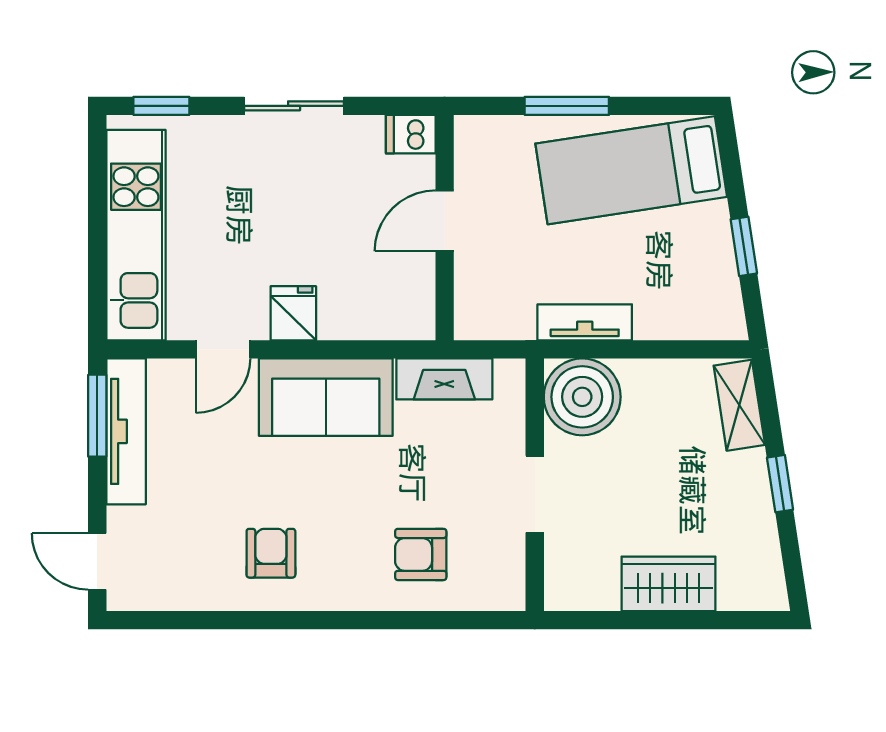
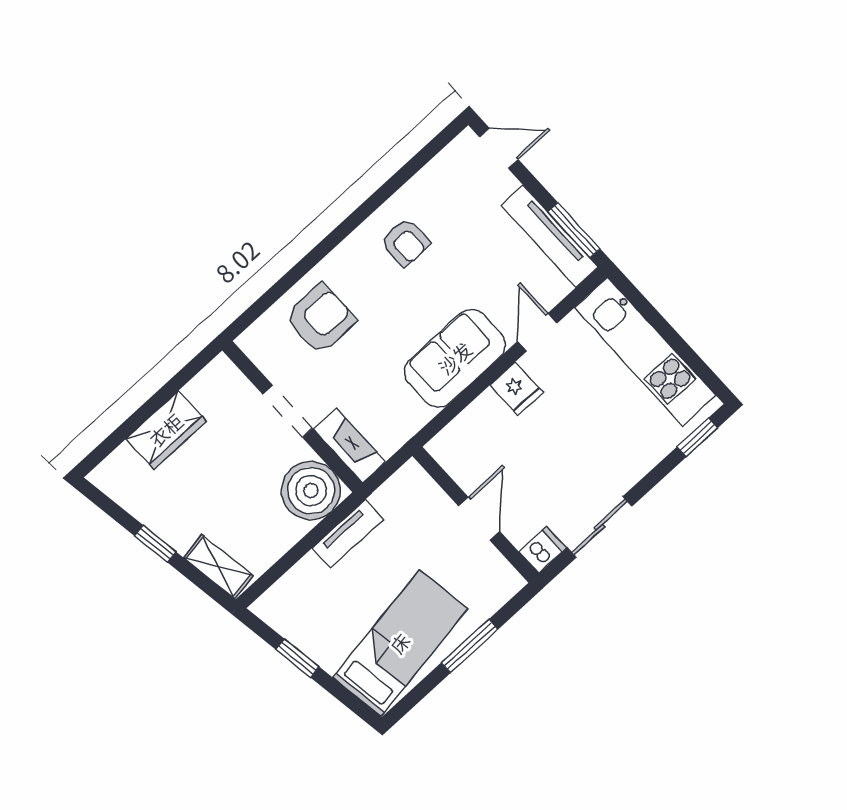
sliding door: (294, 106) -> (600, 527), moved
fireplace: (444, 379) -> (349, 445), moved, turned 90
armchair: (421, 554) -> (321, 319), width x1.38, depth x1.38

